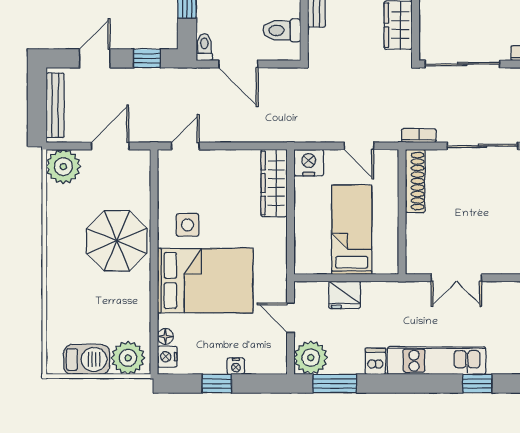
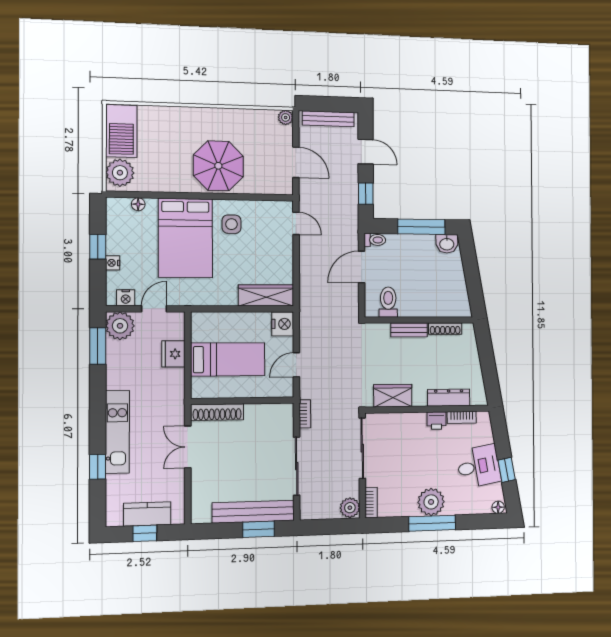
plant: (63, 167) -> (286, 117), width x0.53, depth x0.53
shoe rack: (415, 181) -> (217, 412), moved
nightstand: (167, 357) -> (126, 298), moved, turned 180
barbecue: (87, 359) -> (121, 131), width x1.37, depth x1.21
dishwasher: (375, 361) -> (117, 380), removed

